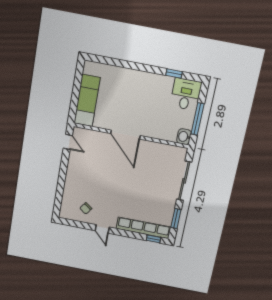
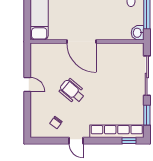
door: (68, 142) -> (27, 84), moved
wheelchair: (107, 182) -> (72, 91), added

